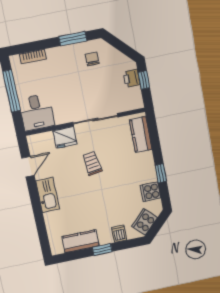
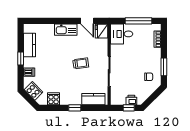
fridge: (65, 137) -> (102, 31), moved
window: (161, 173) -> (75, 108), moved

